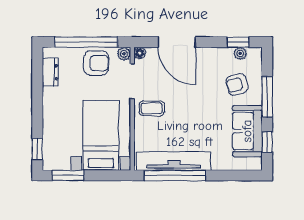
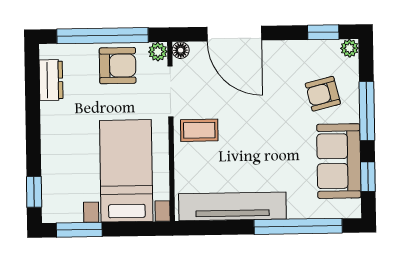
plant: (240, 53) -> (349, 48), moved
window: (175, 175) -> (298, 226), moved

